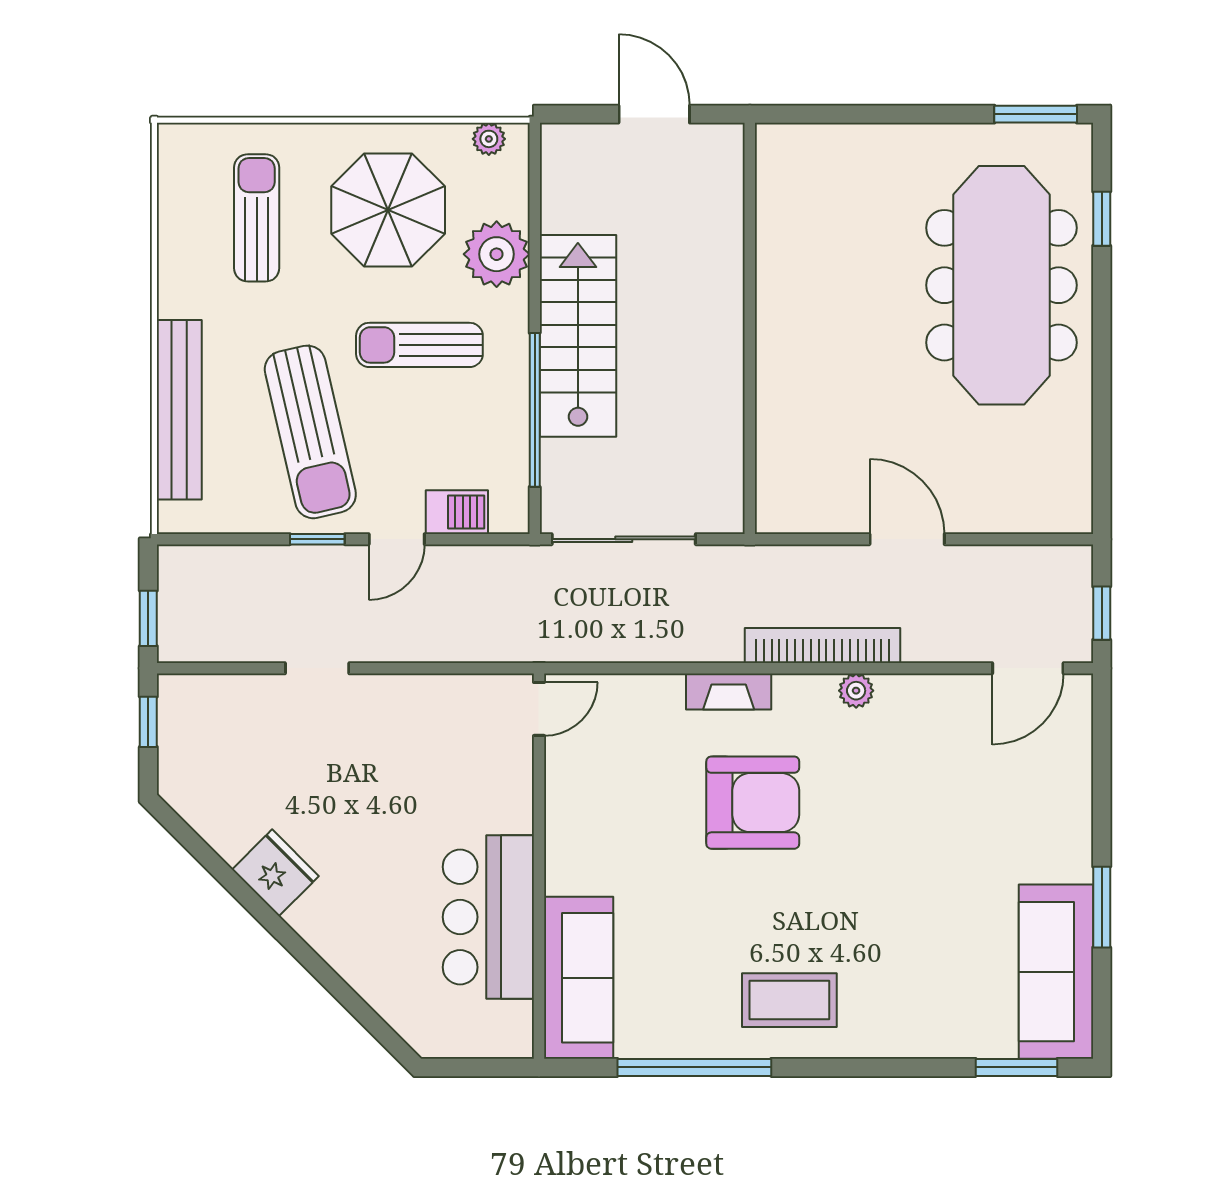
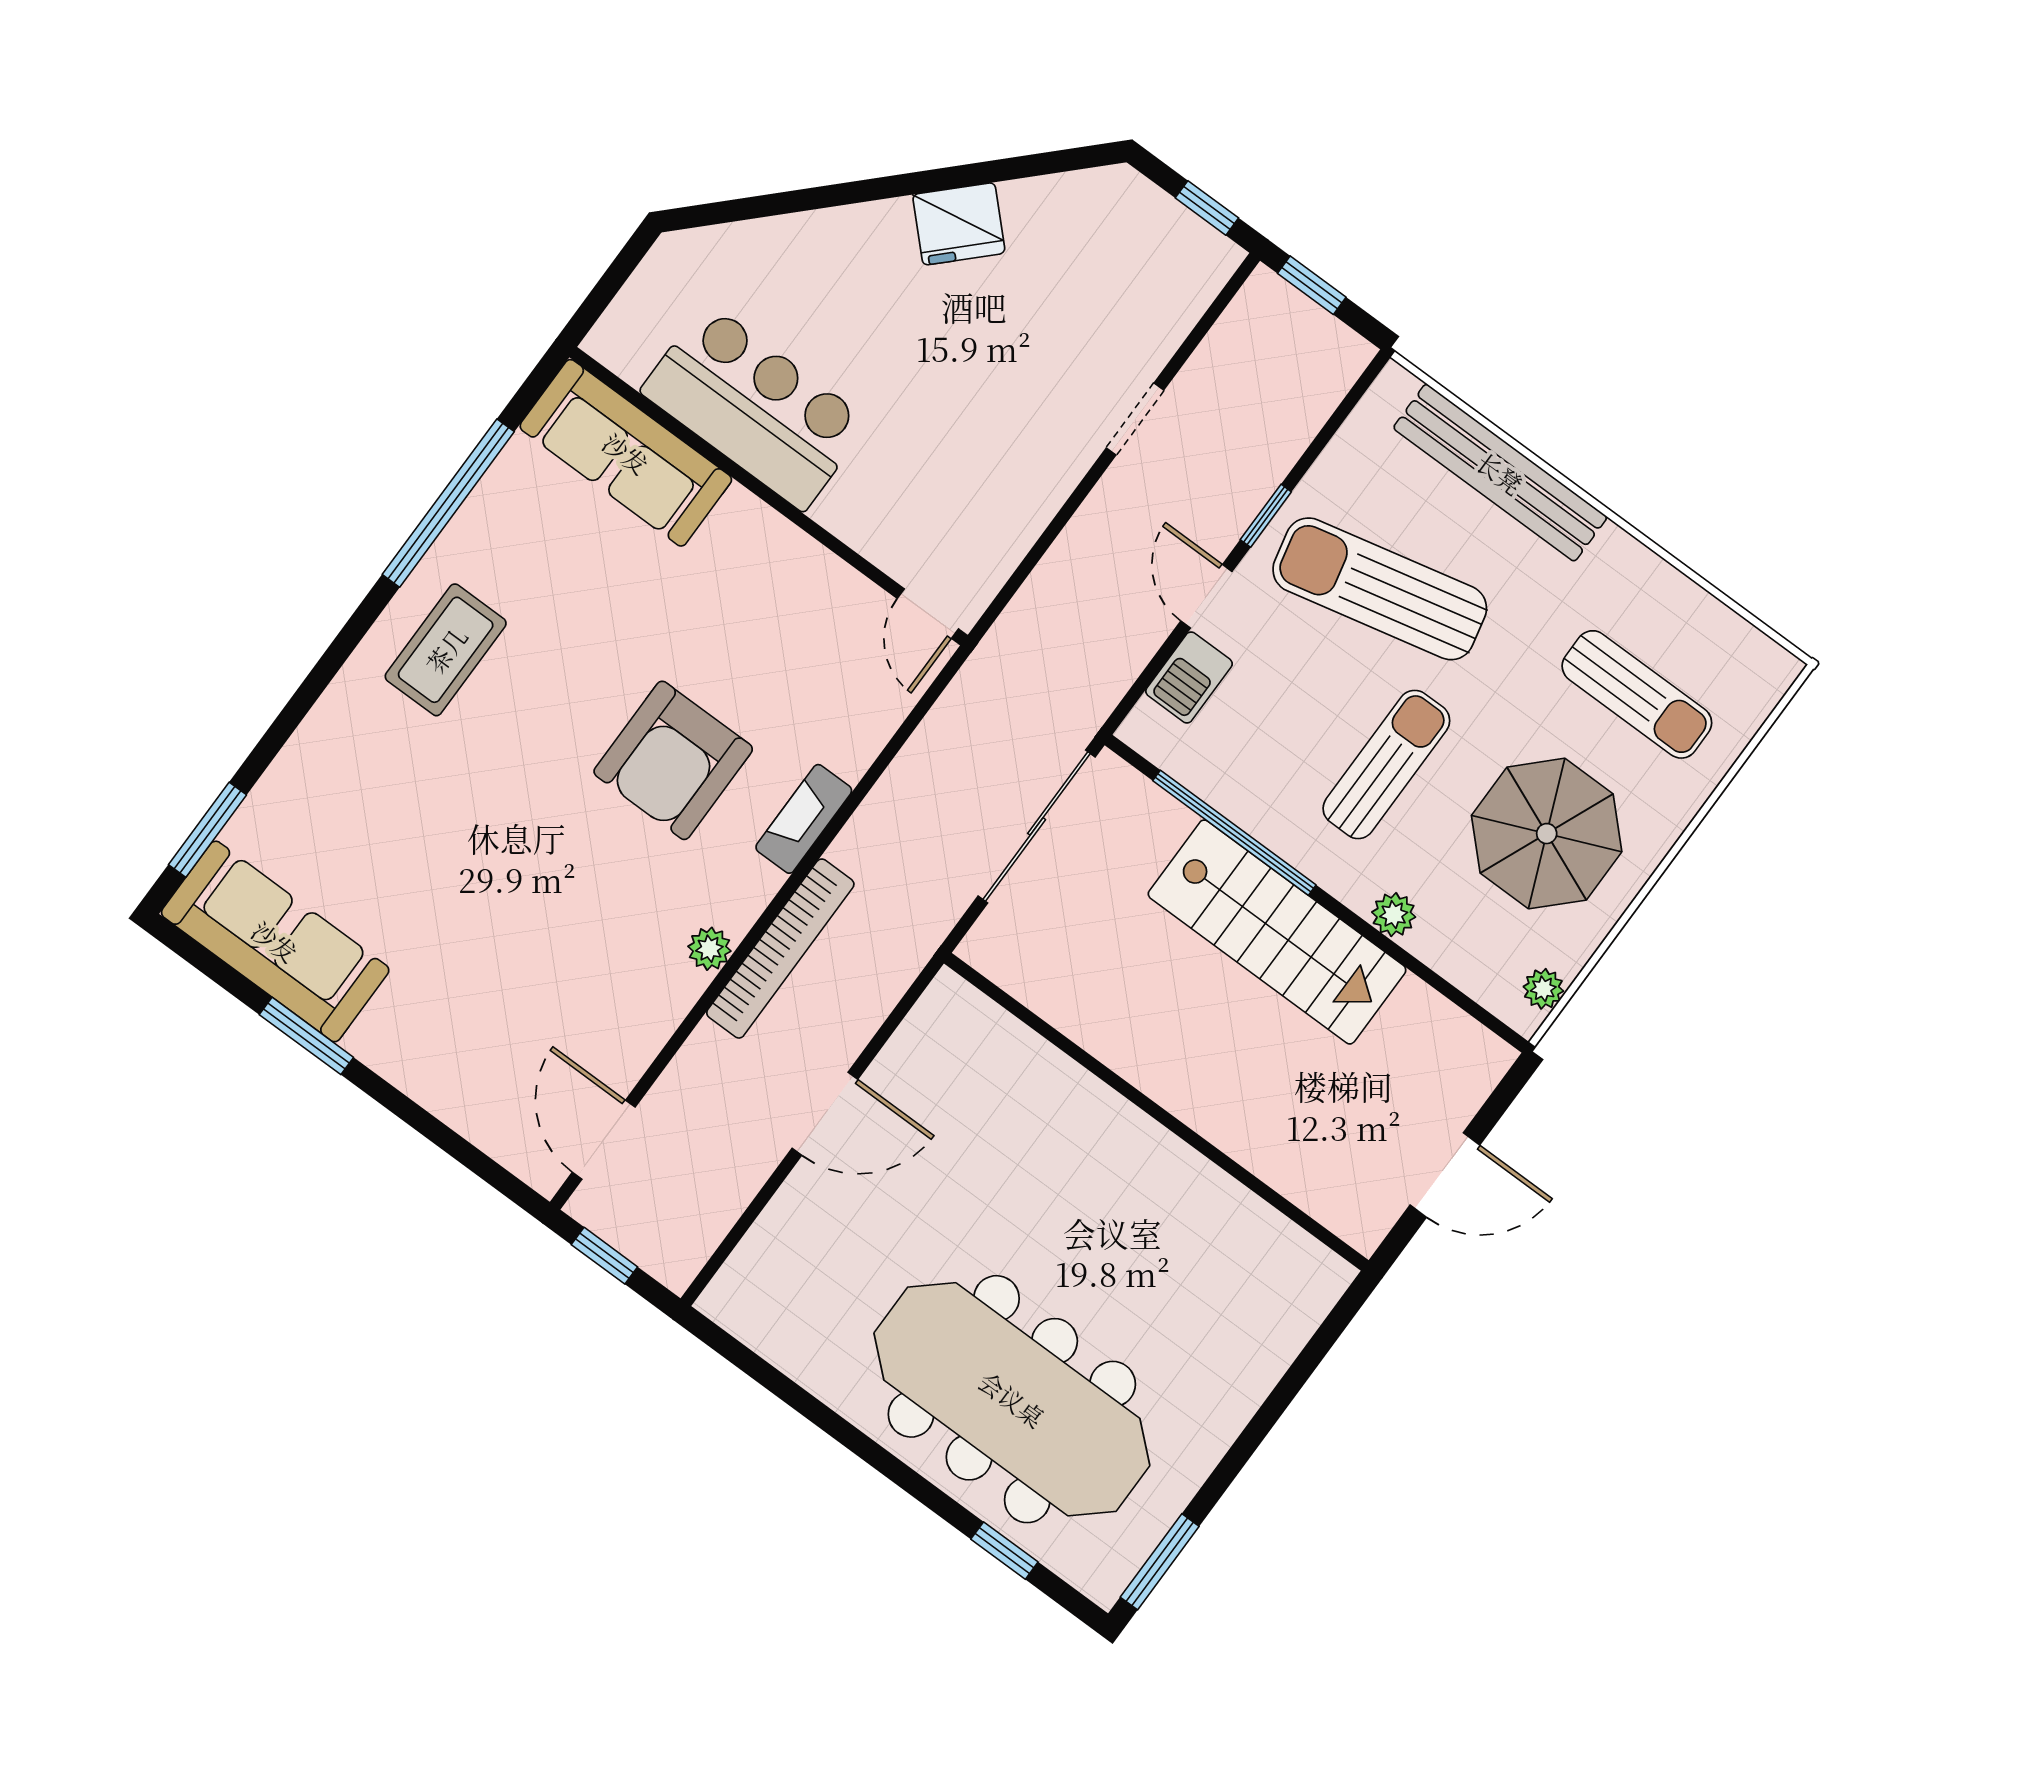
plant: (497, 254) -> (1394, 915), width x0.53, depth x0.53

